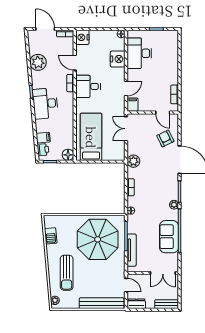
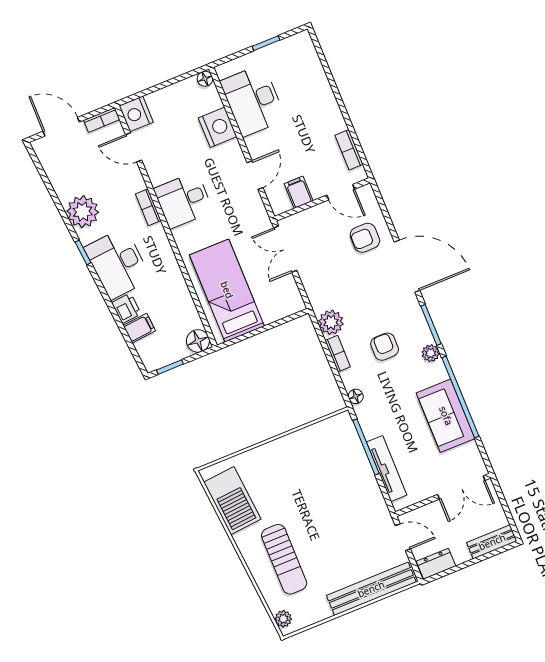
plant: (38, 62) -> (83, 212), moved
door: (75, 63) -> (134, 147), moved
filing cabinet: (133, 105) -> (299, 192), moved
armchair: (165, 138) -> (365, 238), turned -64
printer: (43, 150) -> (126, 308), moved
plant: (133, 161) -> (331, 322), moved
armchair: (154, 193) -> (385, 347), added
barbecue: (51, 236) -> (232, 501), width x1.88, depth x1.53
parasol: (98, 239) -> (316, 474), removed

